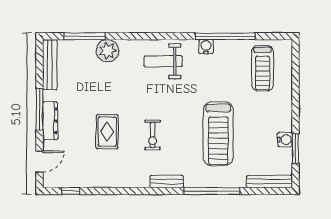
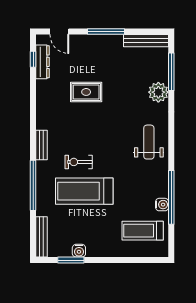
water cooler: (206, 47) -> (162, 205), moved
dresser: (50, 121) -> (42, 62), moved, turned -90
exercise bike: (153, 135) -> (79, 162), moved

